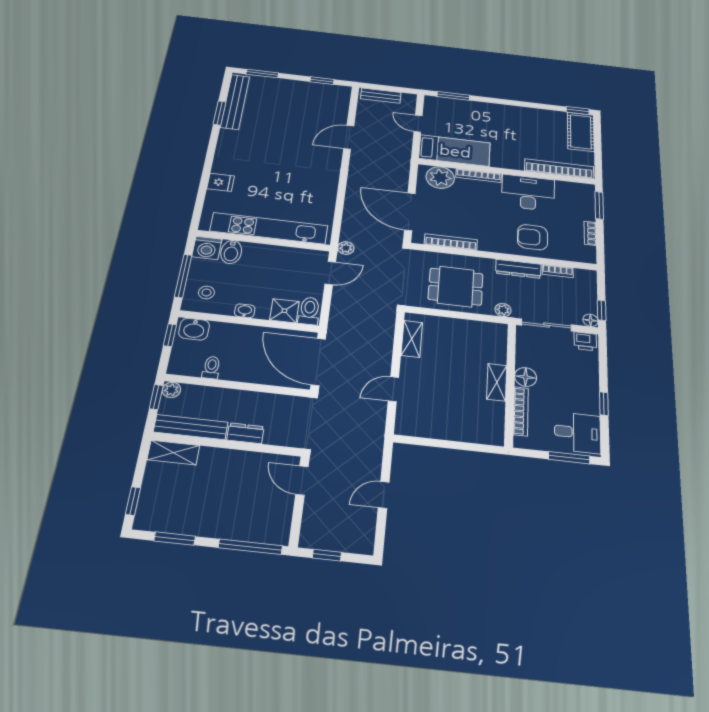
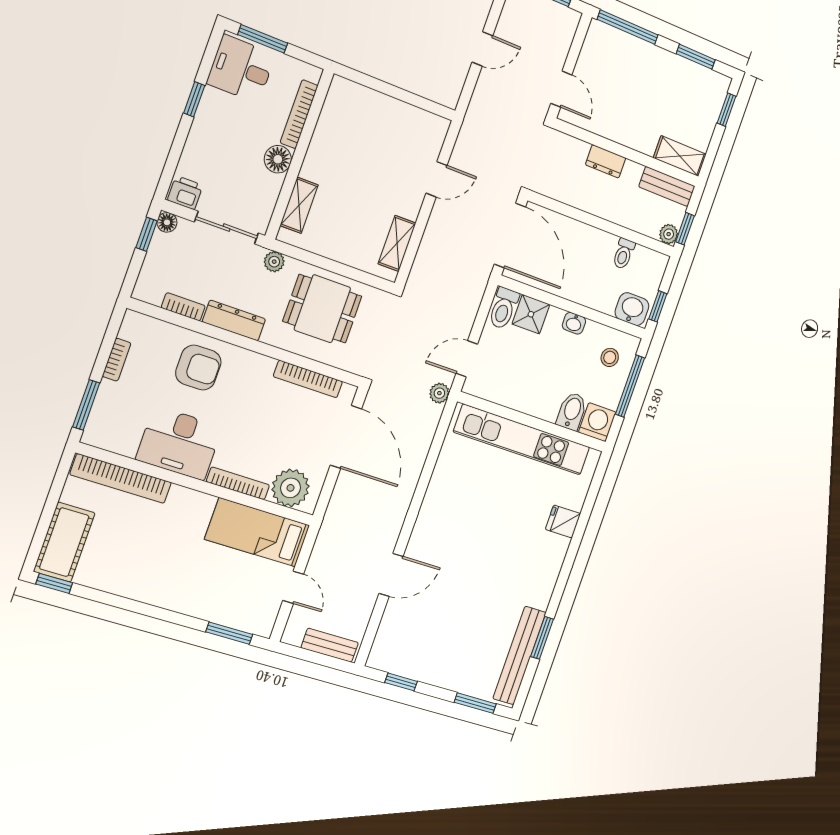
shelving: (497, 382) -> (299, 205), moved
bench: (191, 427) -> (667, 186), width x0.73

